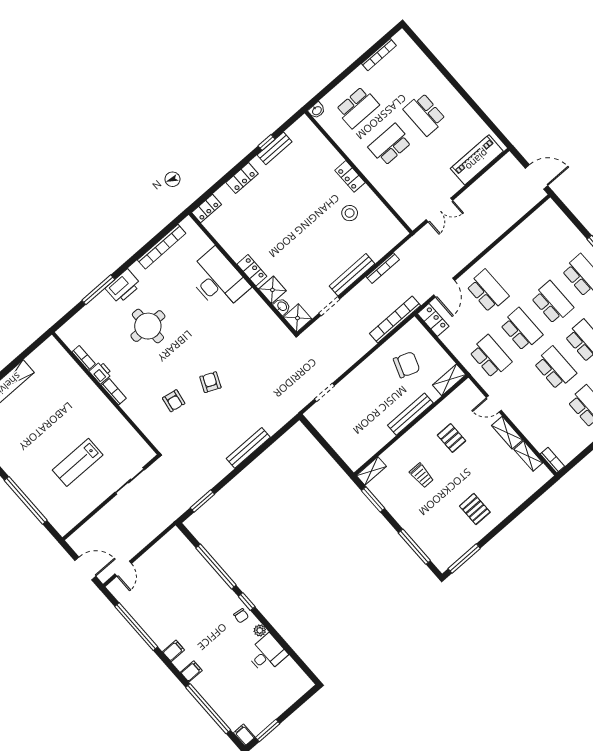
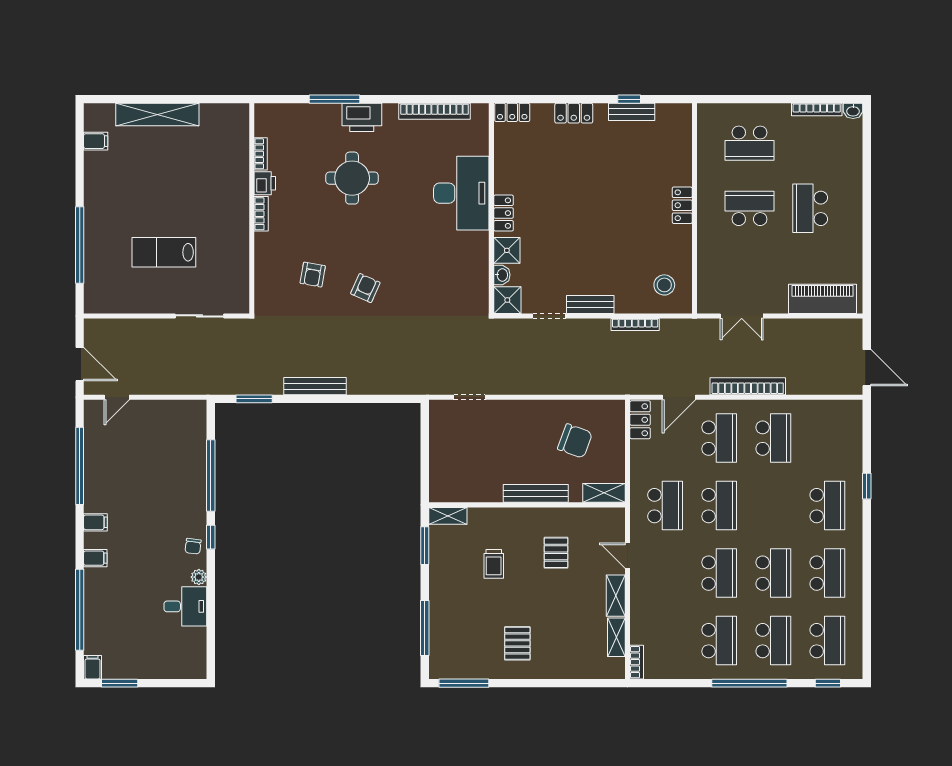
washbasin: (317, 110) -> (853, 111), moved
stool: (350, 213) -> (664, 285), moved
bench: (352, 275) -> (590, 304), width x0.73
school desk: (552, 302) -> (773, 438), moved
bookcase: (395, 320) -> (748, 386), moved
bench: (248, 448) -> (315, 386), moved

